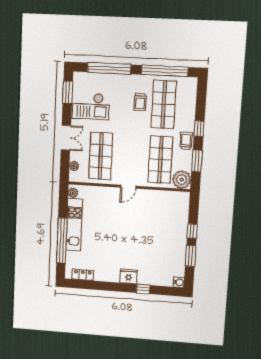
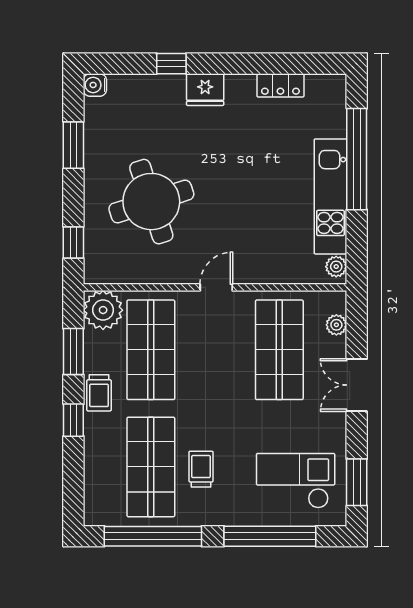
checkout: (91, 106) -> (296, 481), moved
round table: (156, 228) -> (151, 202), added
window: (192, 231) -> (73, 243), moved
locker: (83, 275) -> (280, 85), moved

